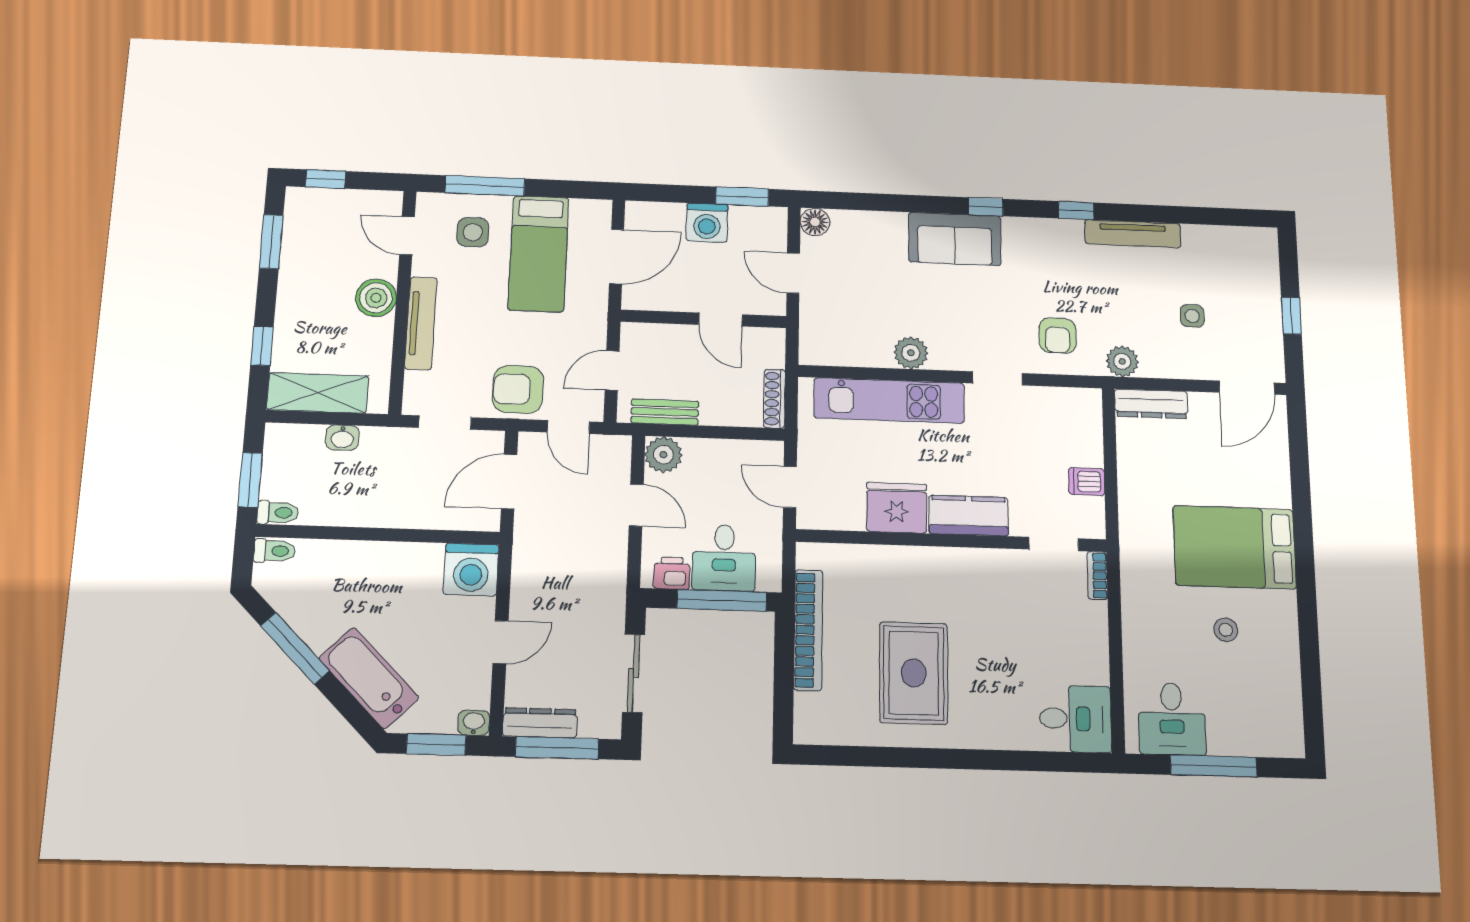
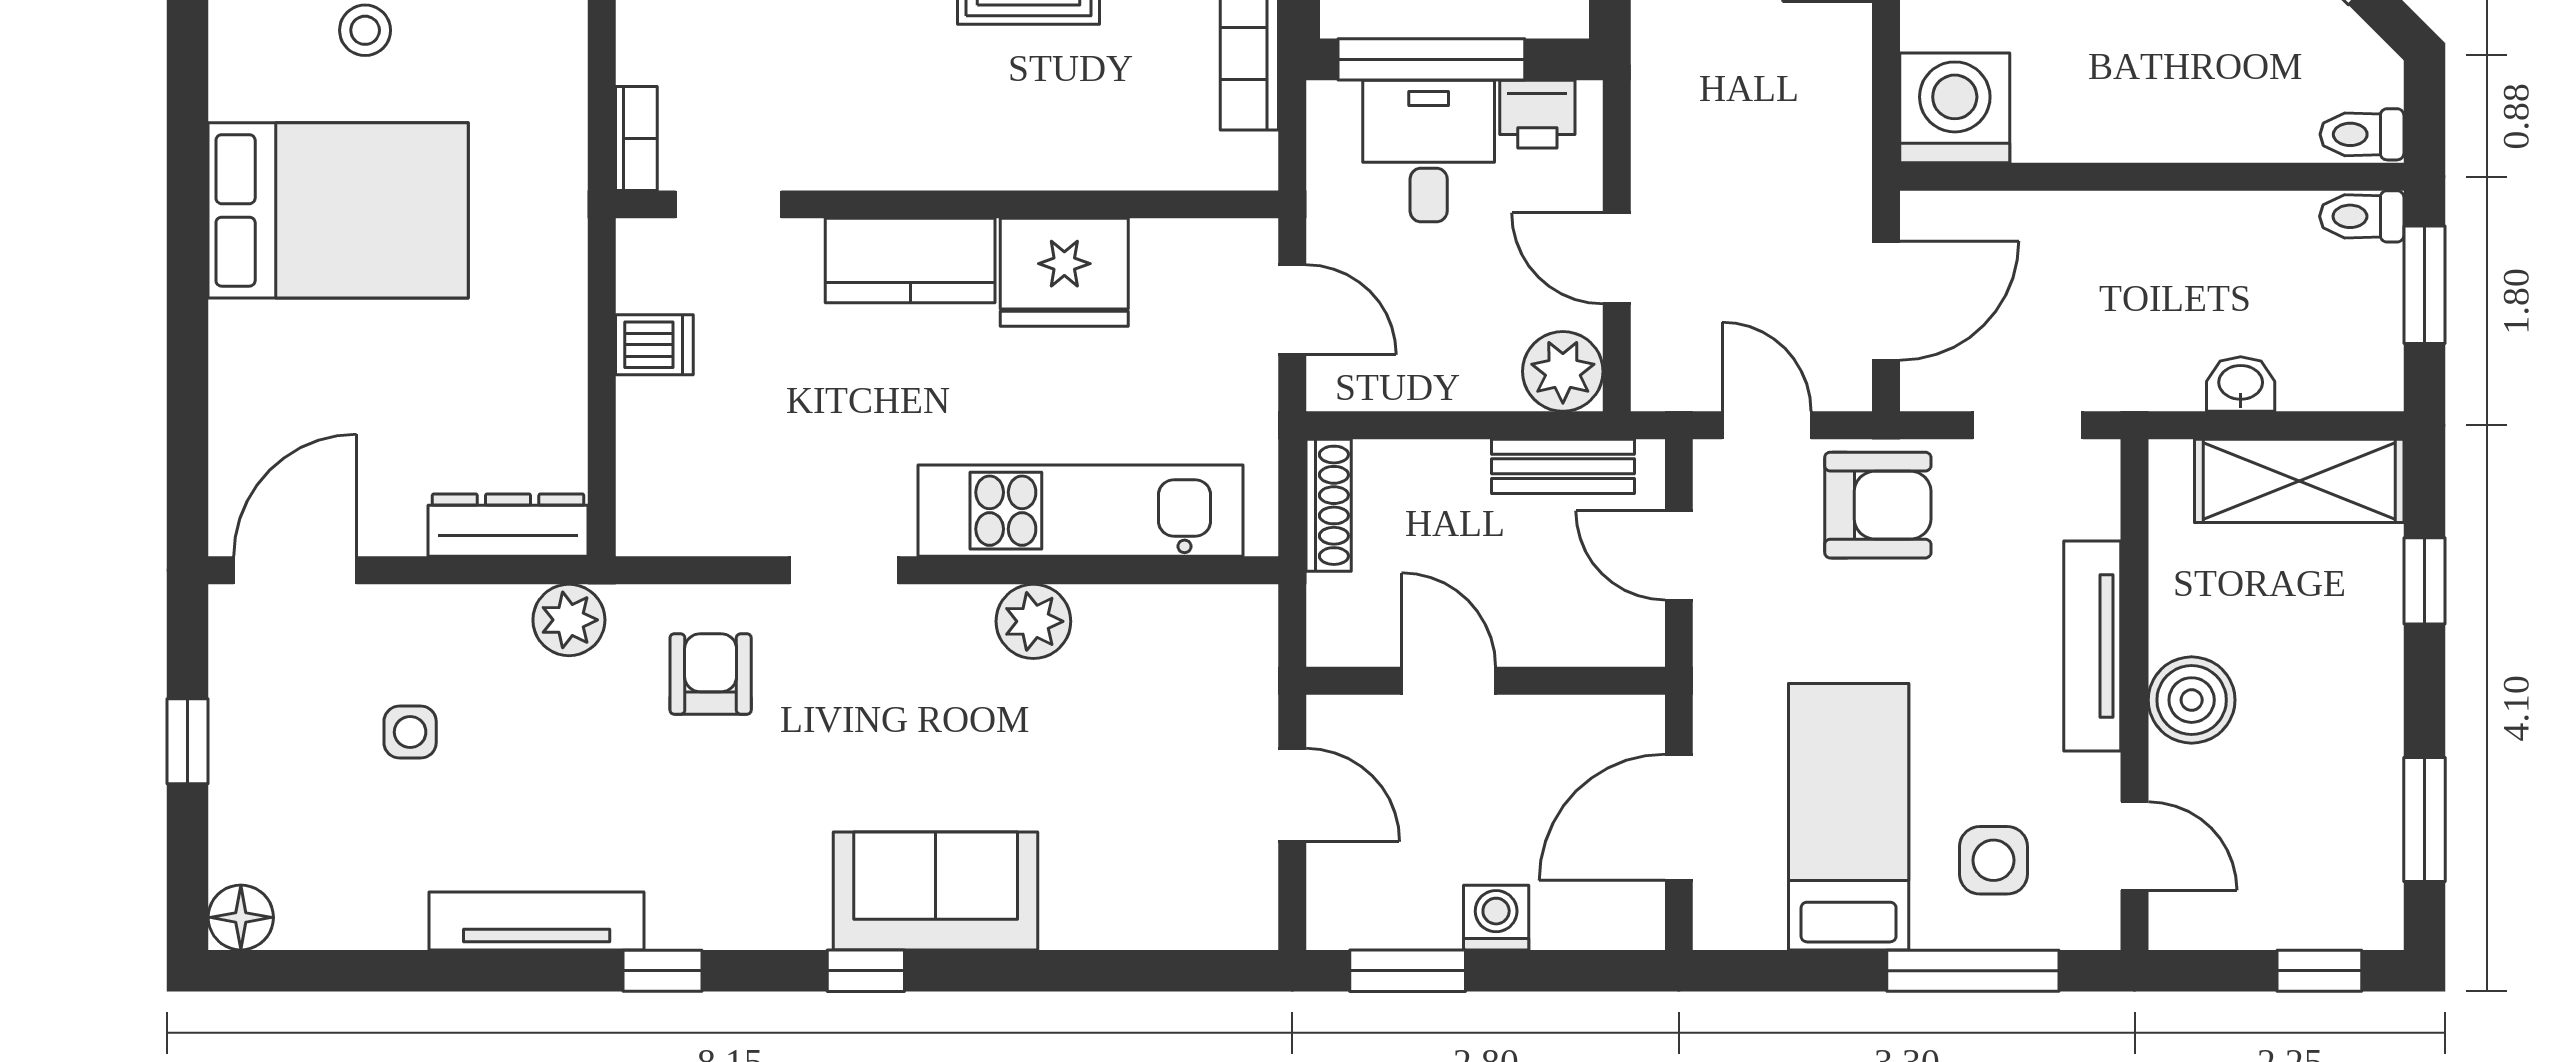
floor lamp: (815, 222) -> (241, 917), moved
washing machine: (707, 223) -> (1496, 918), width x0.73, depth x0.73
door: (612, 370) -> (1679, 555), swing flipped

